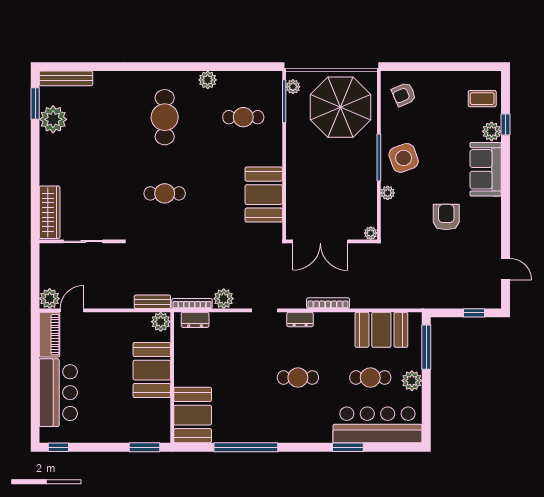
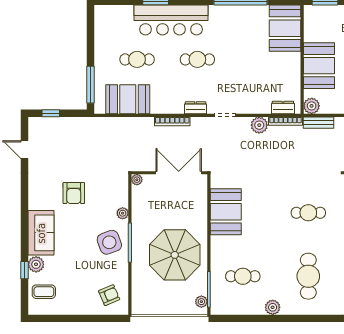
parasol: (341, 107) -> (175, 255), moved
plant: (412, 381) -> (102, 57), removed
bar counter: (377, 425) -> (171, 20), moved

